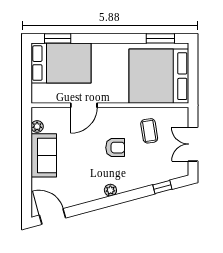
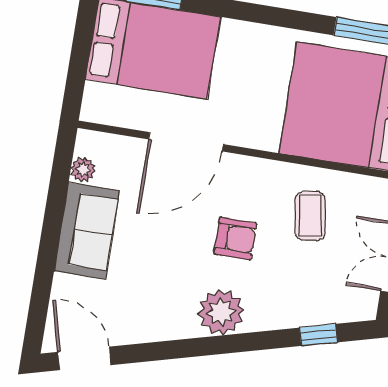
door: (84, 105) -> (186, 142), width x1.36
plant: (110, 190) -> (221, 312), width x1.87, depth x1.87

